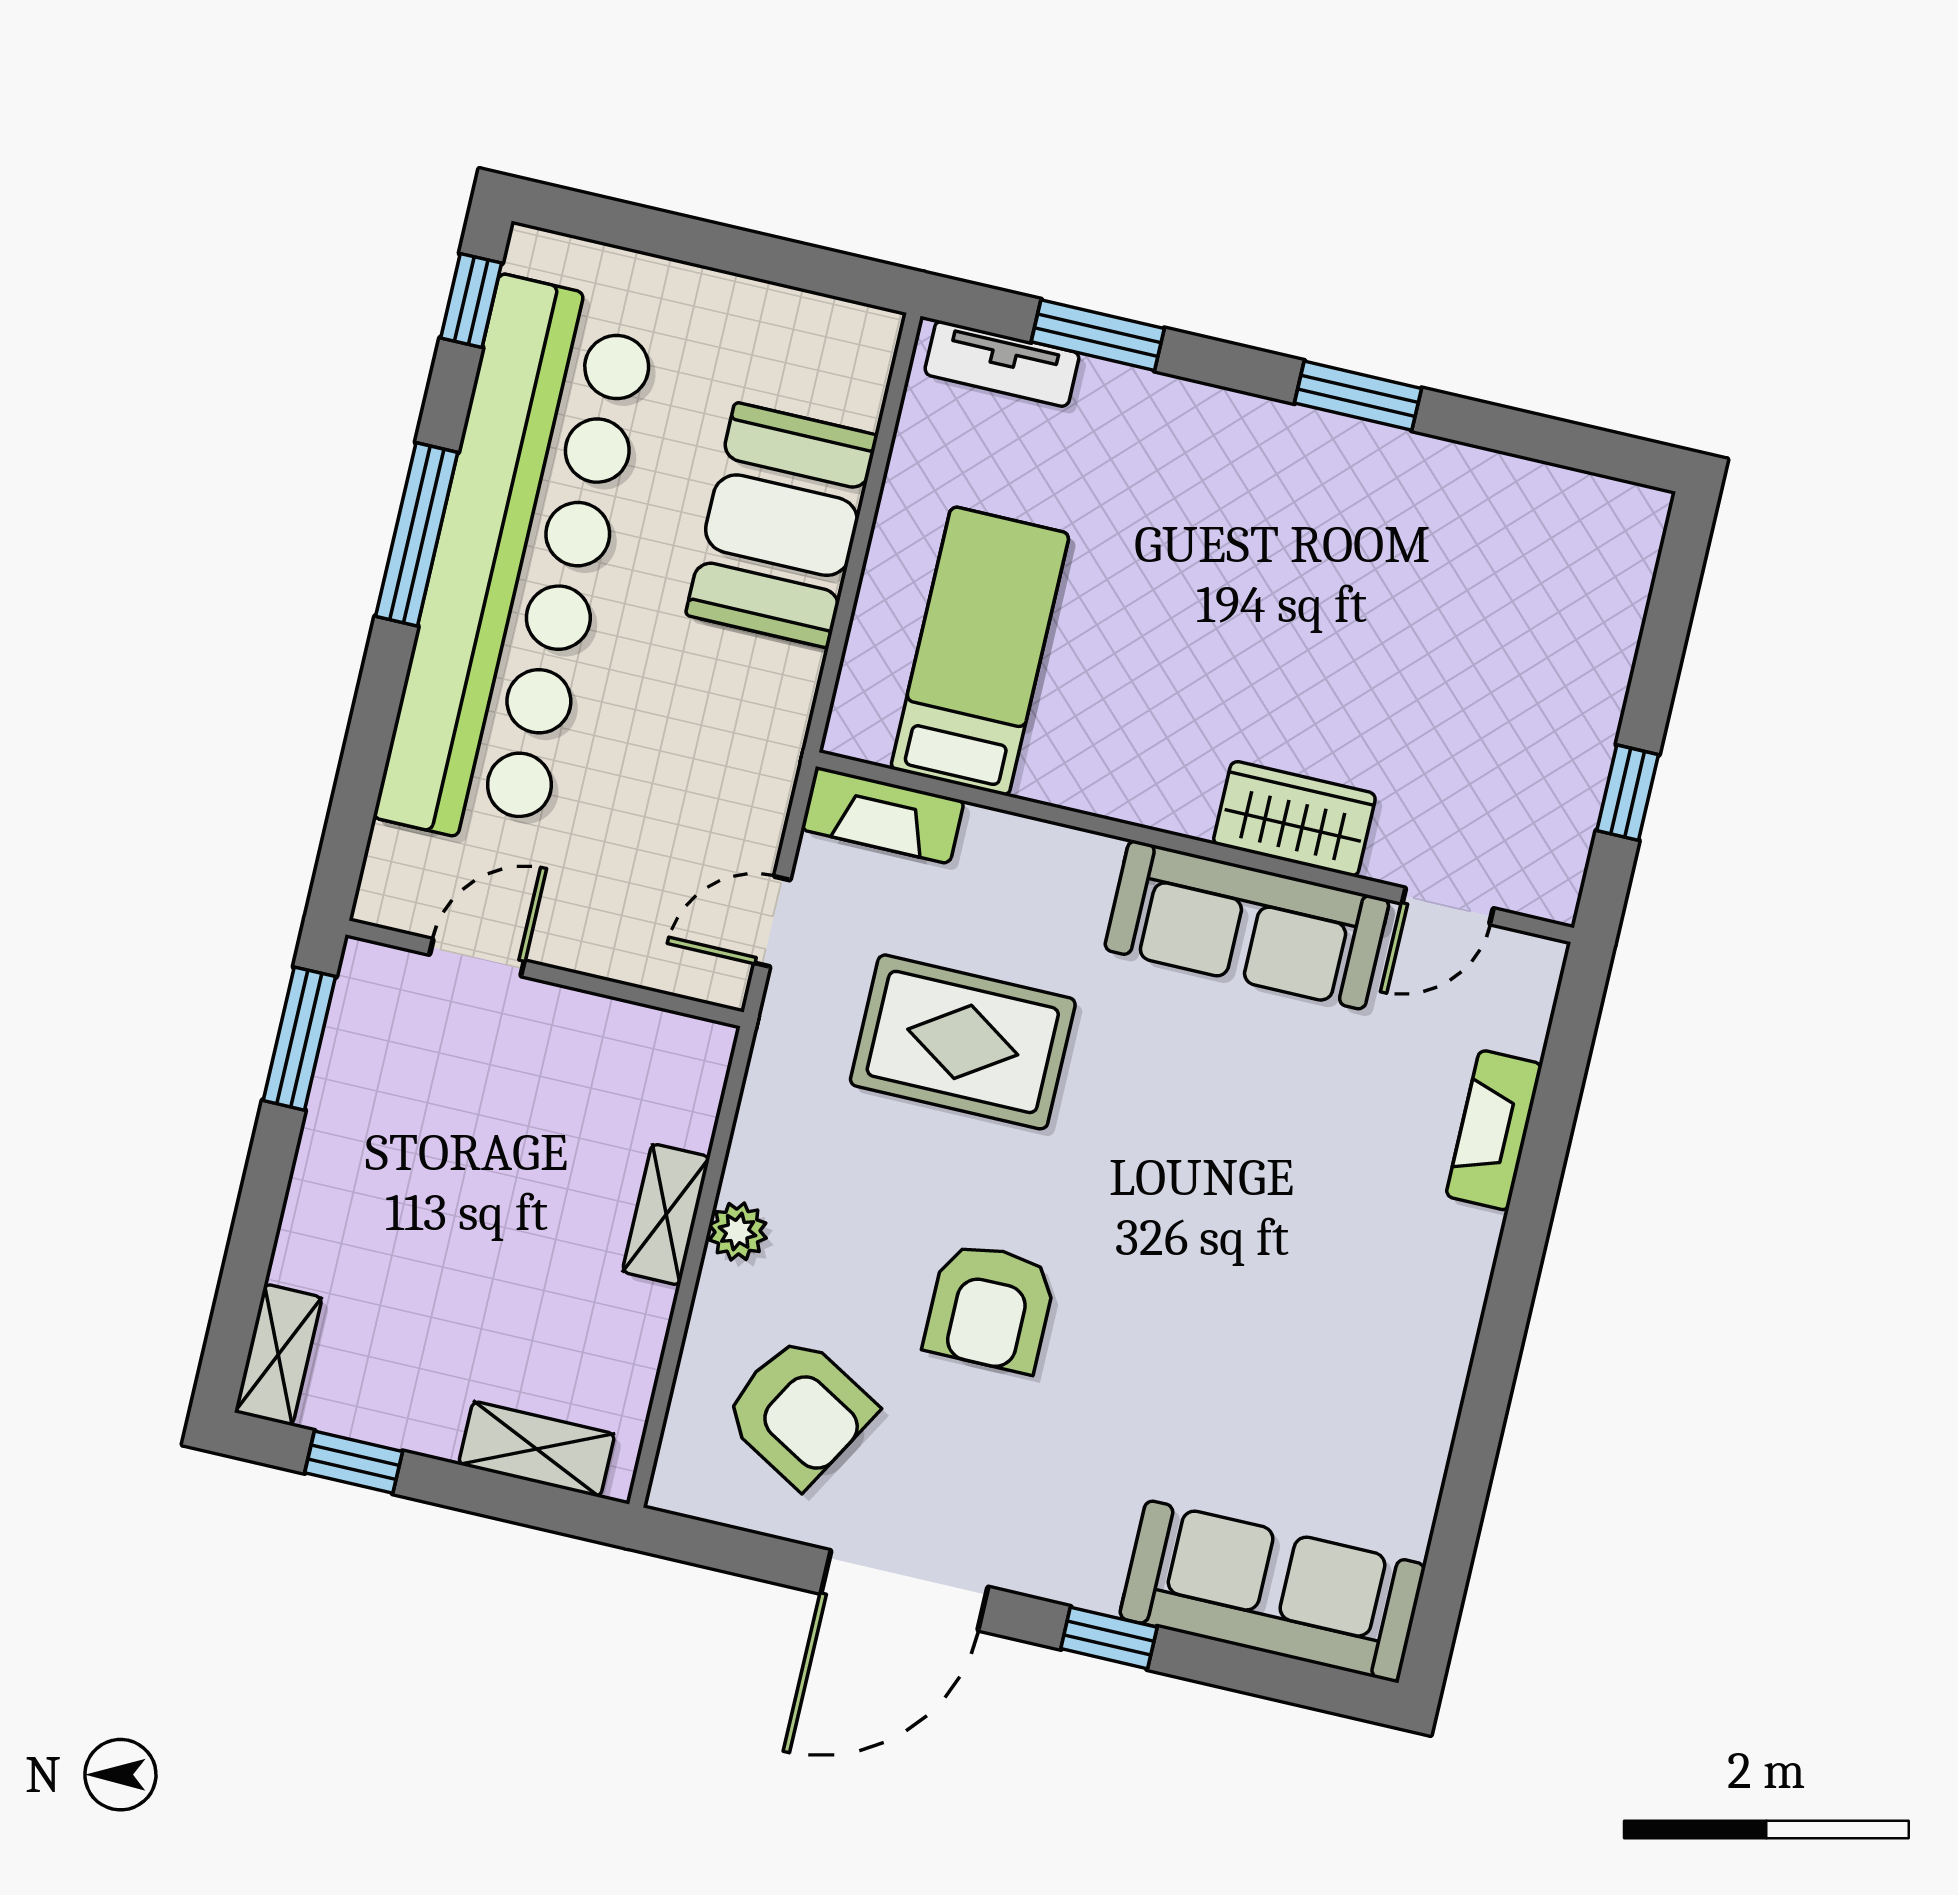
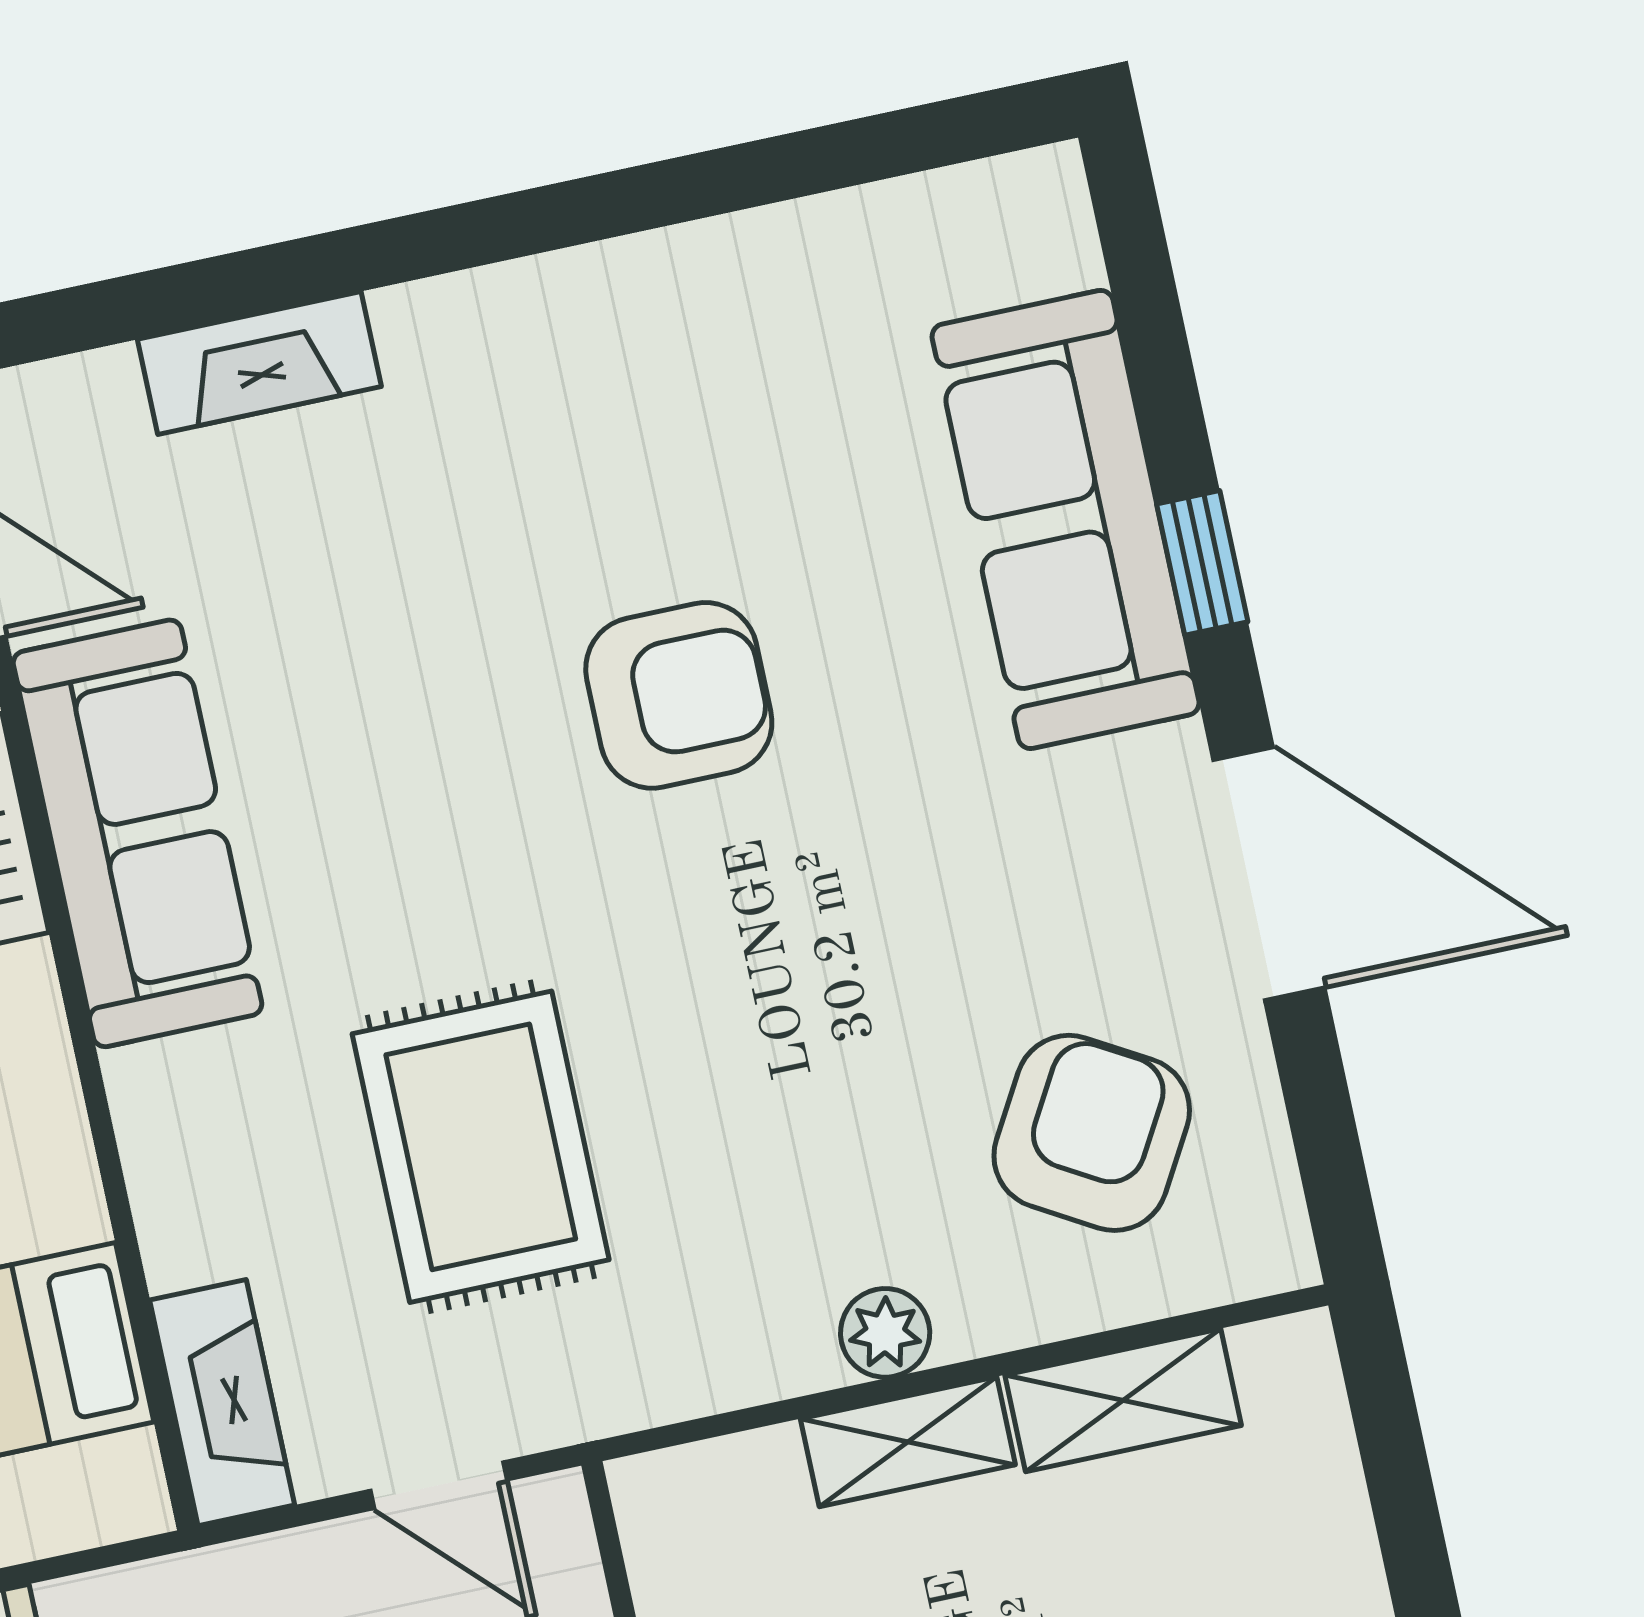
armchair: (990, 1307) -> (679, 695), moved
shelving: (537, 1449) -> (1123, 1400), moved, turned 90
sofa: (1272, 1591) -> (1066, 520), moved

